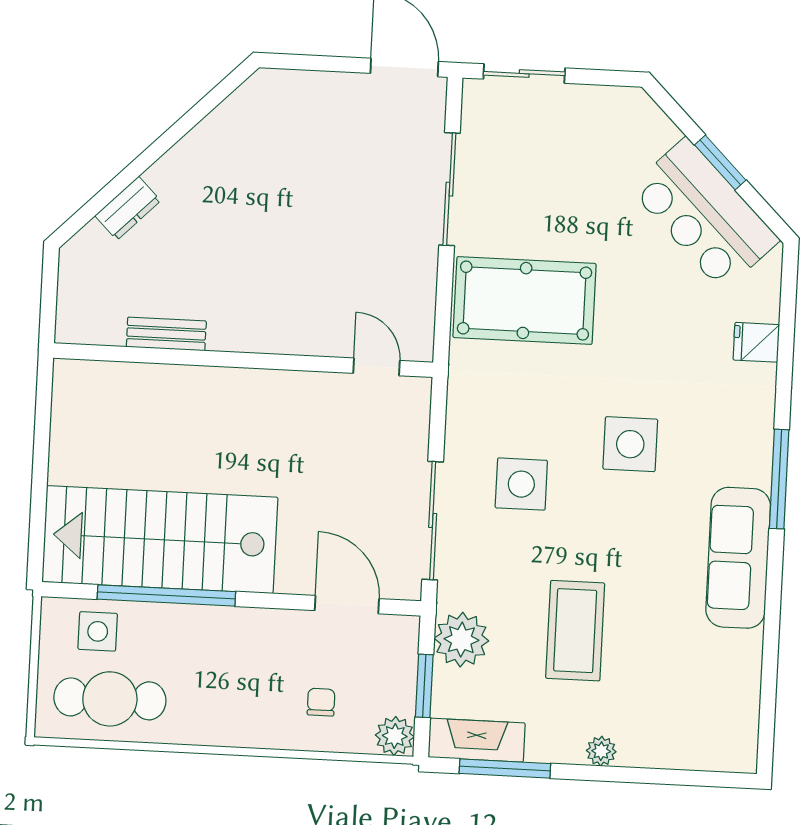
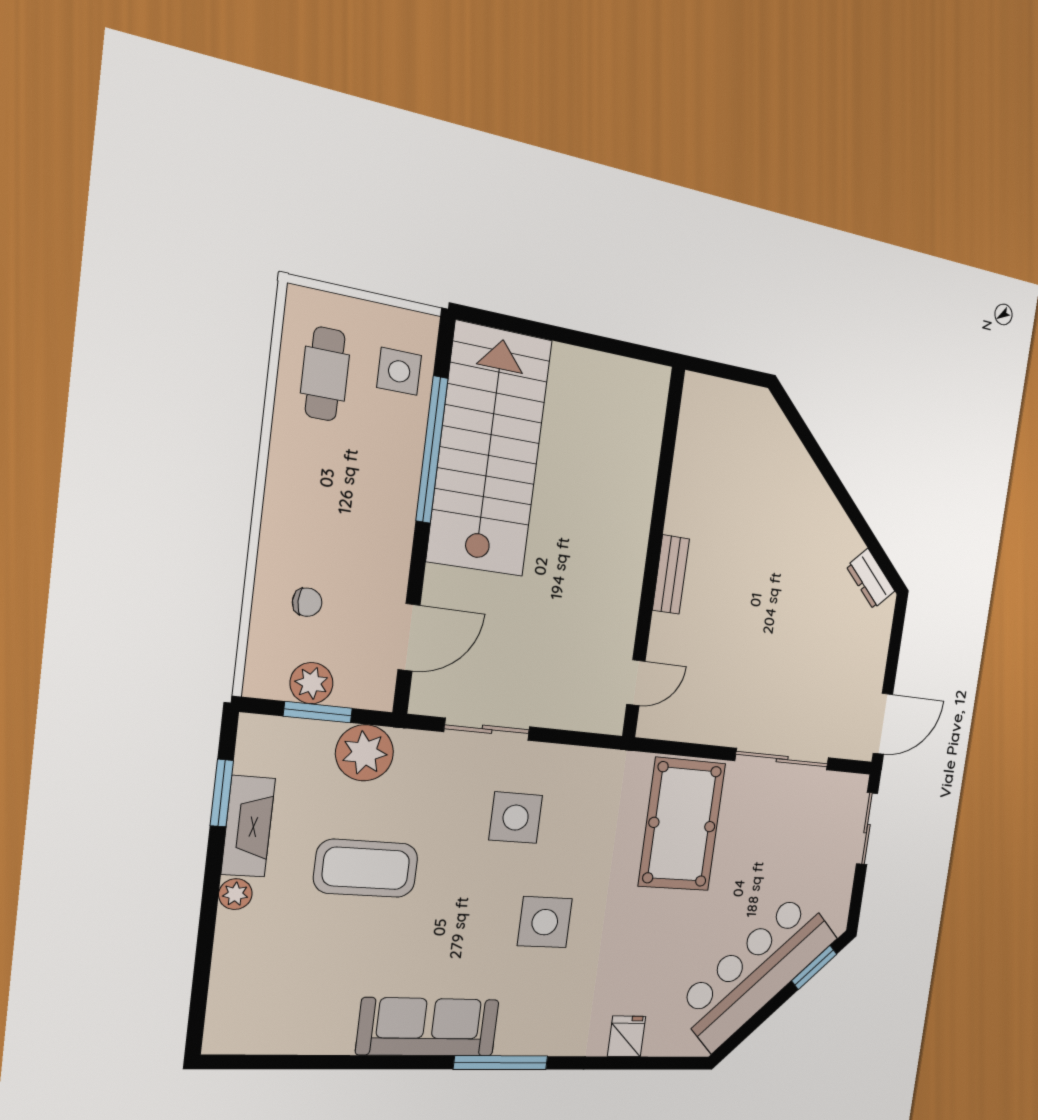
window: (720, 162) -> (814, 967), moved
dresser: (128, 208) -> (871, 579), moved
bar counter: (704, 214) -> (756, 971), width x1.36
bench: (166, 334) -> (671, 575), moved
sliding door: (433, 521) -> (487, 729), width x0.73
cafe table: (110, 699) -> (325, 374), width x0.73, depth x0.74
plant: (395, 736) -> (311, 683), moved
fireplace: (477, 740) -> (248, 826), moved
window: (505, 768) -> (222, 793), width x0.69

